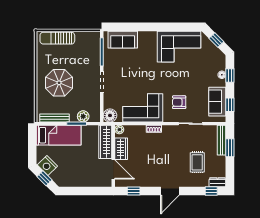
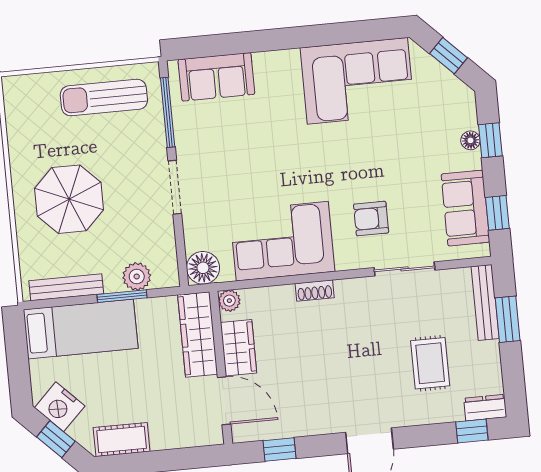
sun lounger: (57, 38) -> (104, 98), moved
cot: (71, 181) -> (122, 439), added

